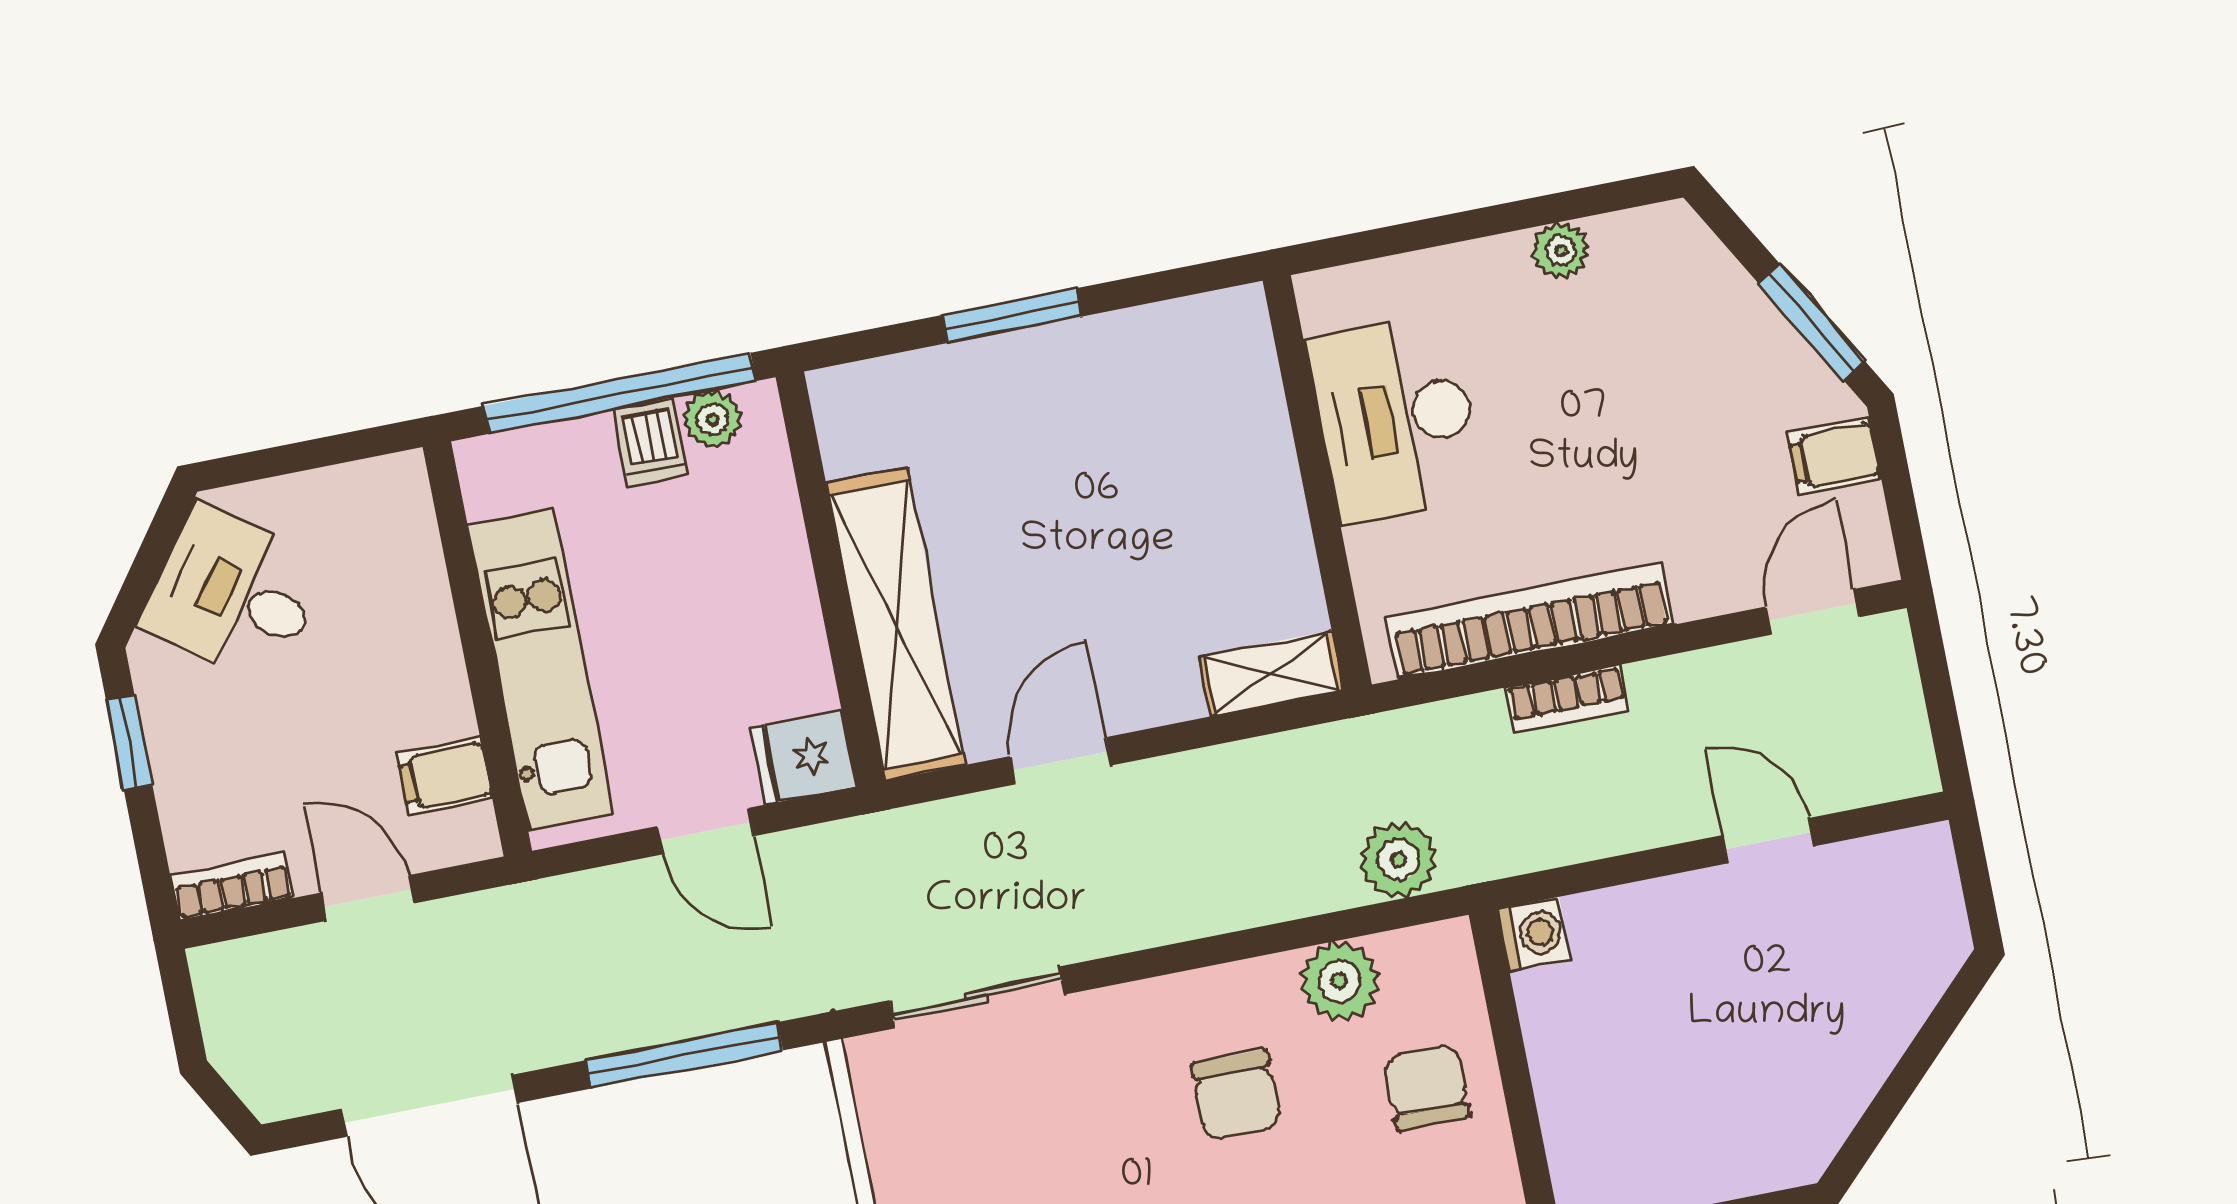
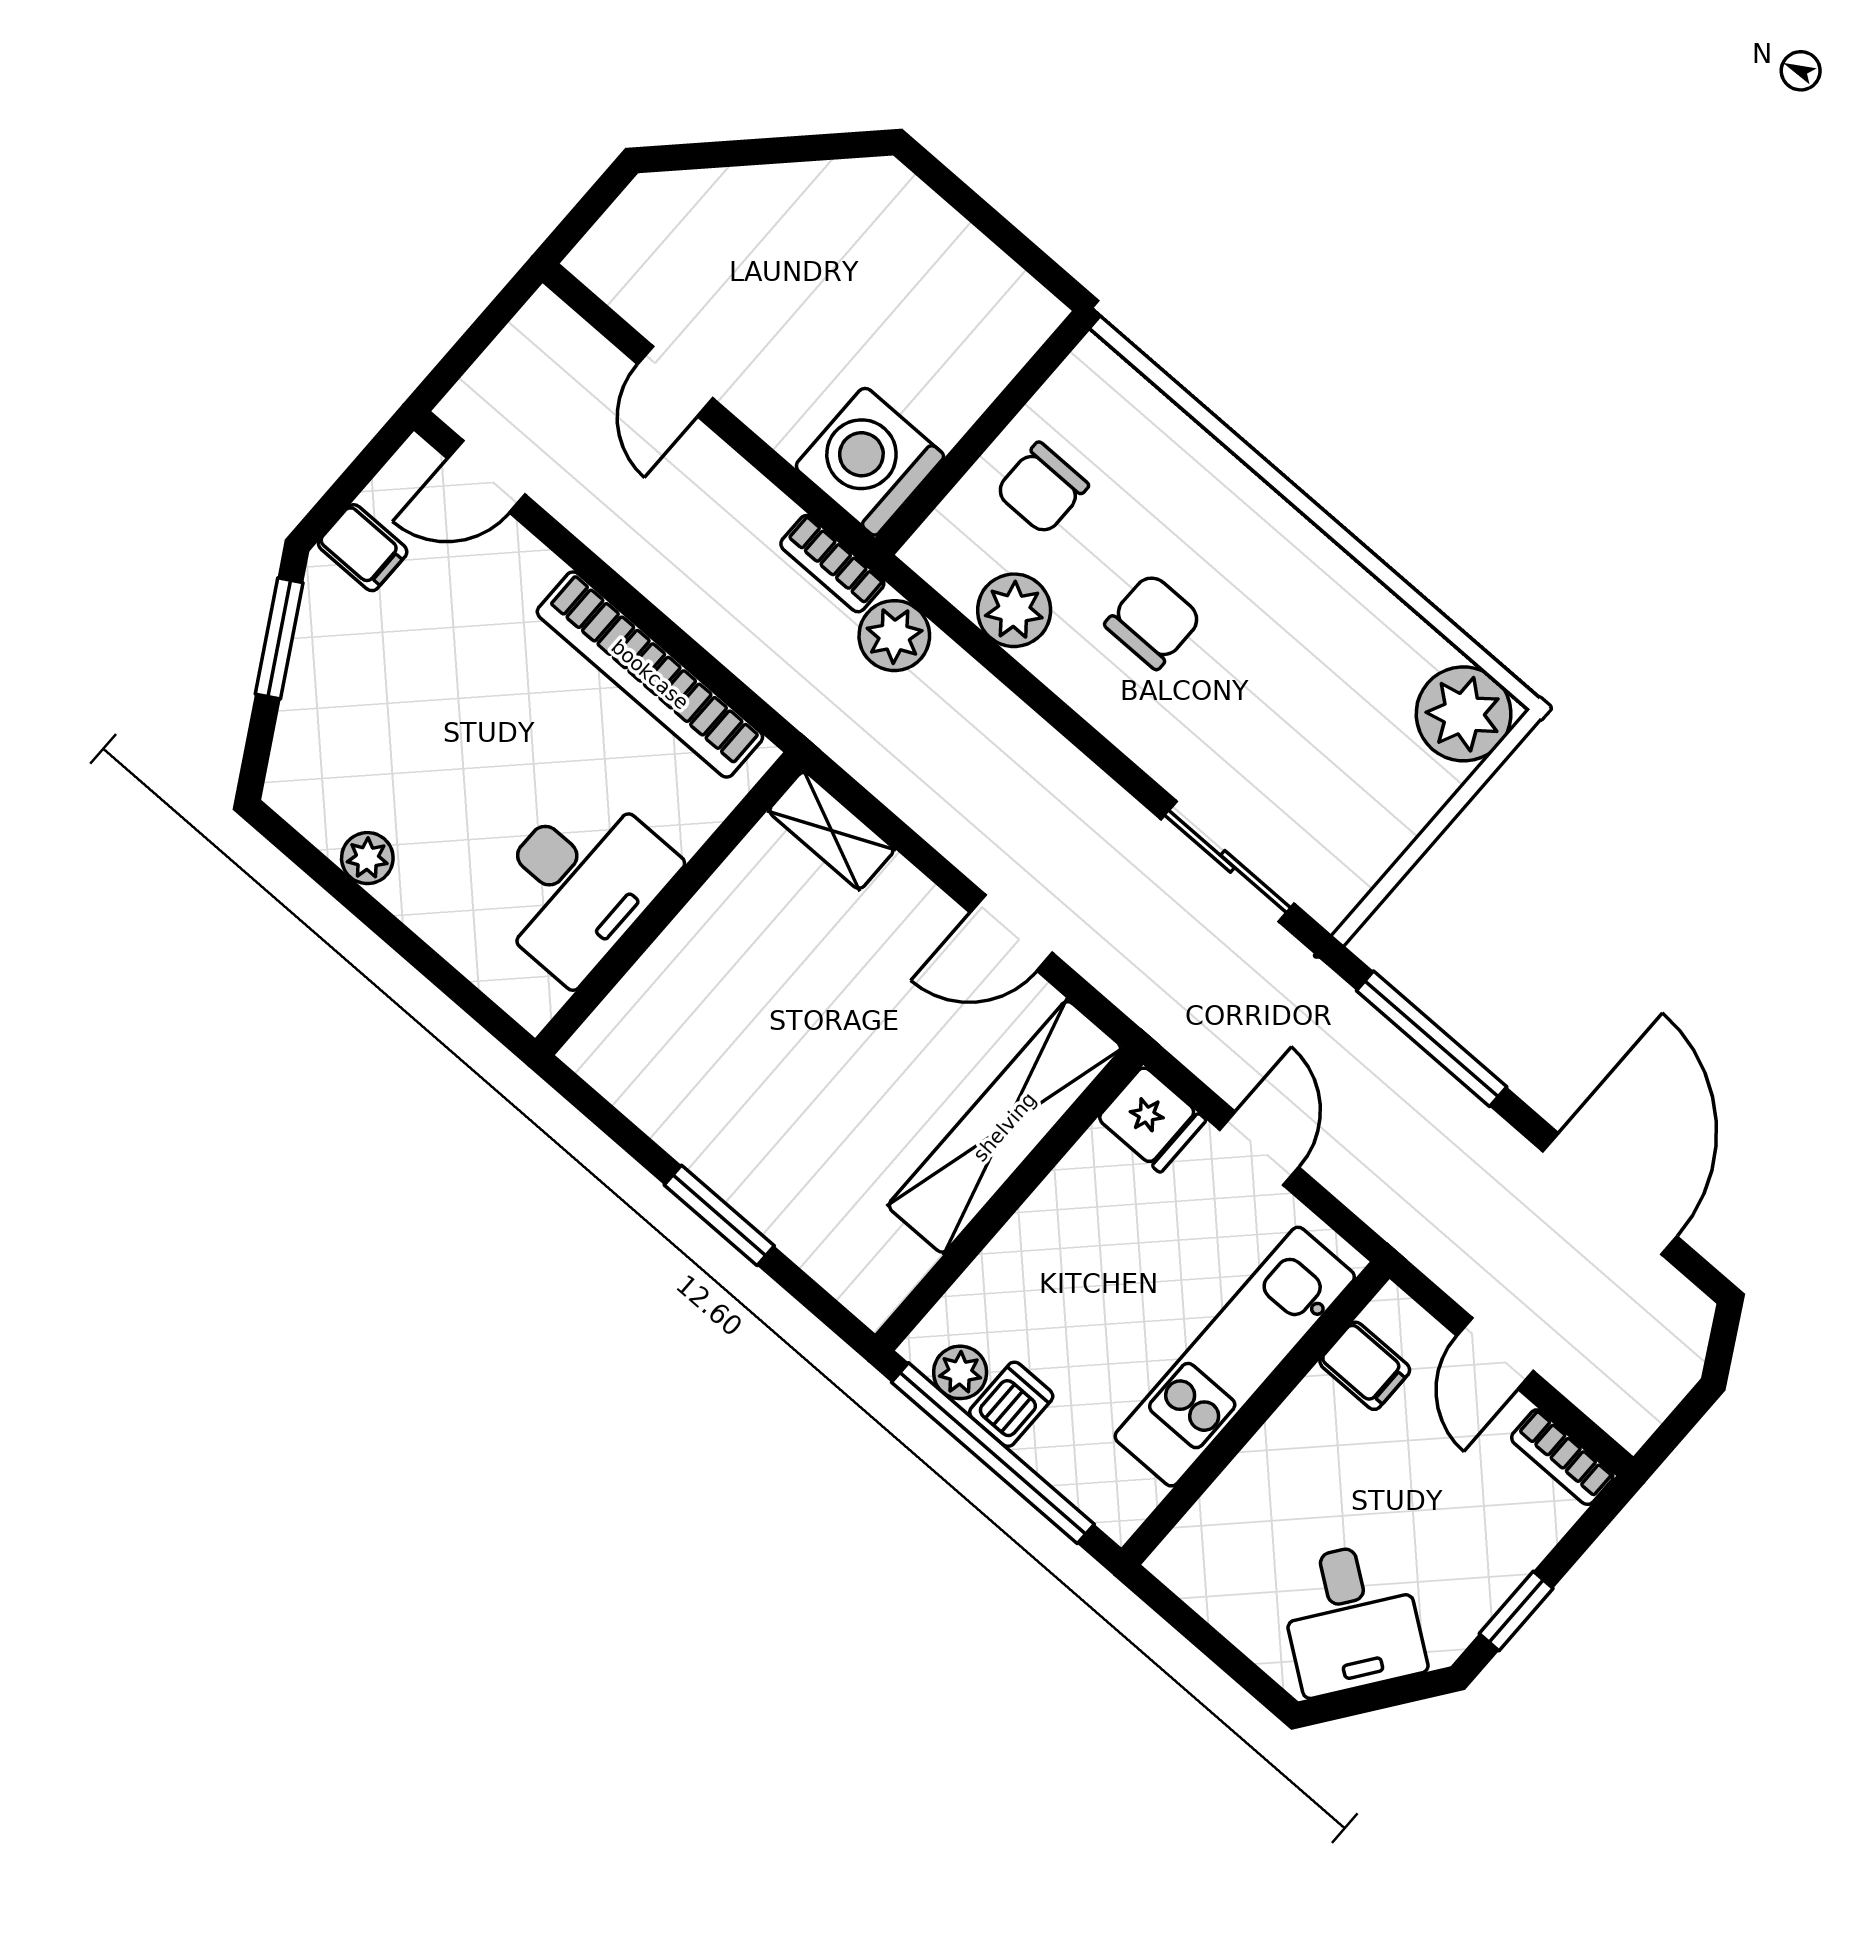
bookcase: (1568, 699) -> (832, 564), moved, turned 180
washing machine: (1534, 934) -> (870, 461), width x1.89, depth x1.89

